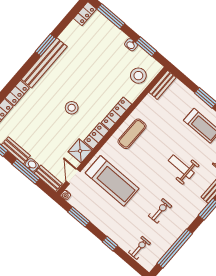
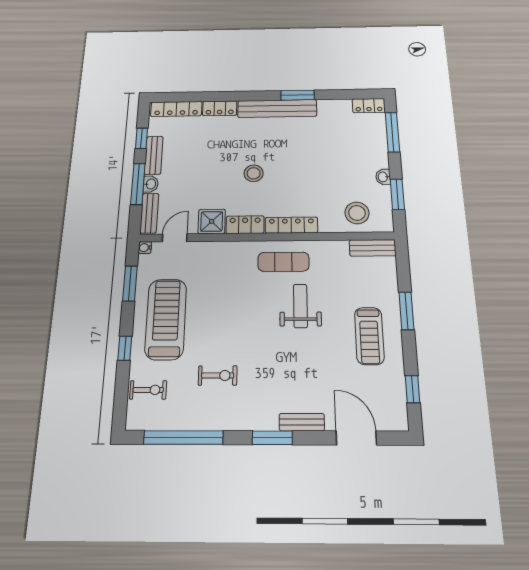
weight bench: (181, 167) -> (300, 306), moved
treadmill: (112, 181) -> (166, 319), moved, turned 180

